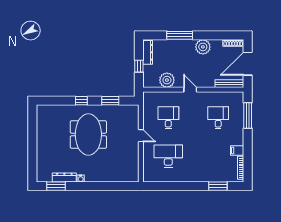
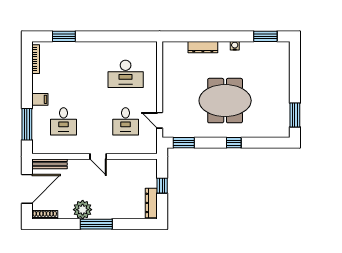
window: (180, 35) -> (96, 224), moved
plant: (167, 80) -> (127, 168), removed
window: (110, 101) -> (184, 143), moved
window: (32, 123) -> (295, 115), added
meeting table: (88, 135) -> (225, 101), turned 90
door: (141, 136) -> (160, 120), moved
filing cabinet: (237, 150) -> (40, 99), moved
dresser: (64, 177) -> (203, 47), moved

